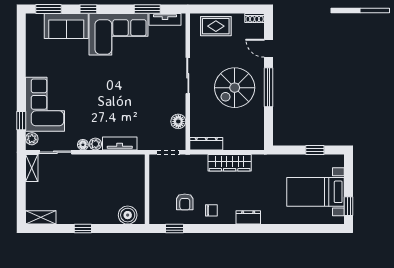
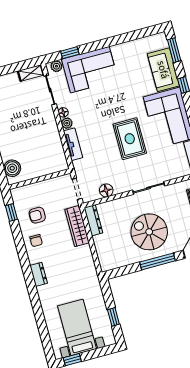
rug: (130, 82) -> (130, 139), added
wardrobe: (230, 163) -> (77, 226), moved

